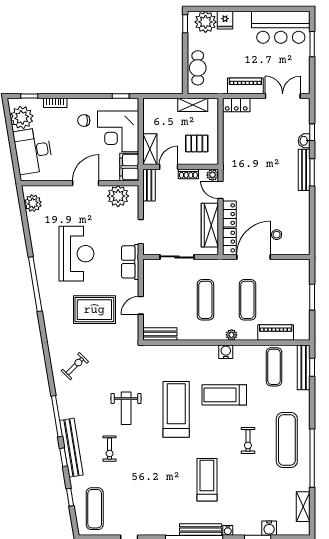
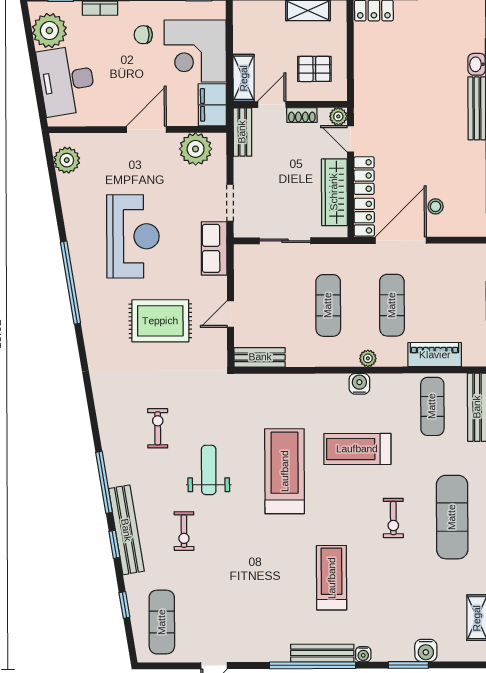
exercise bike: (75, 366) -> (158, 428), moved, turned -45
weight bench: (126, 408) -> (209, 470), turned 180

